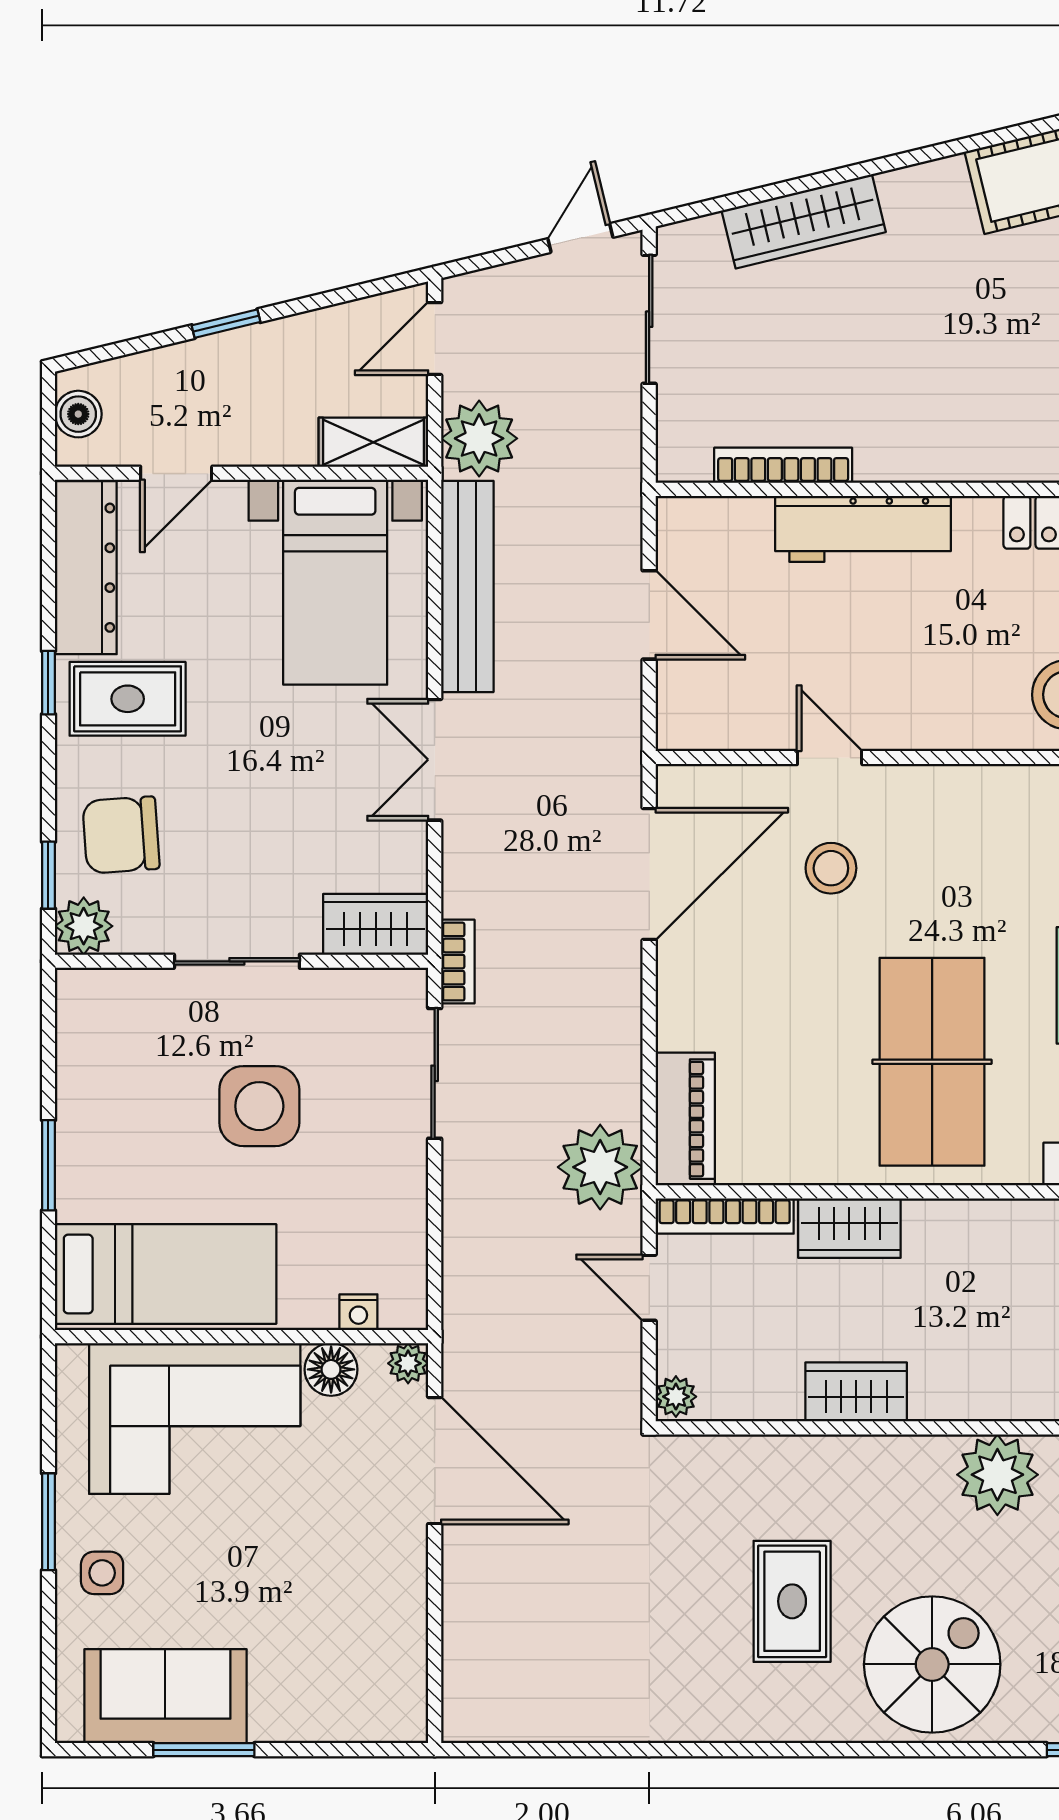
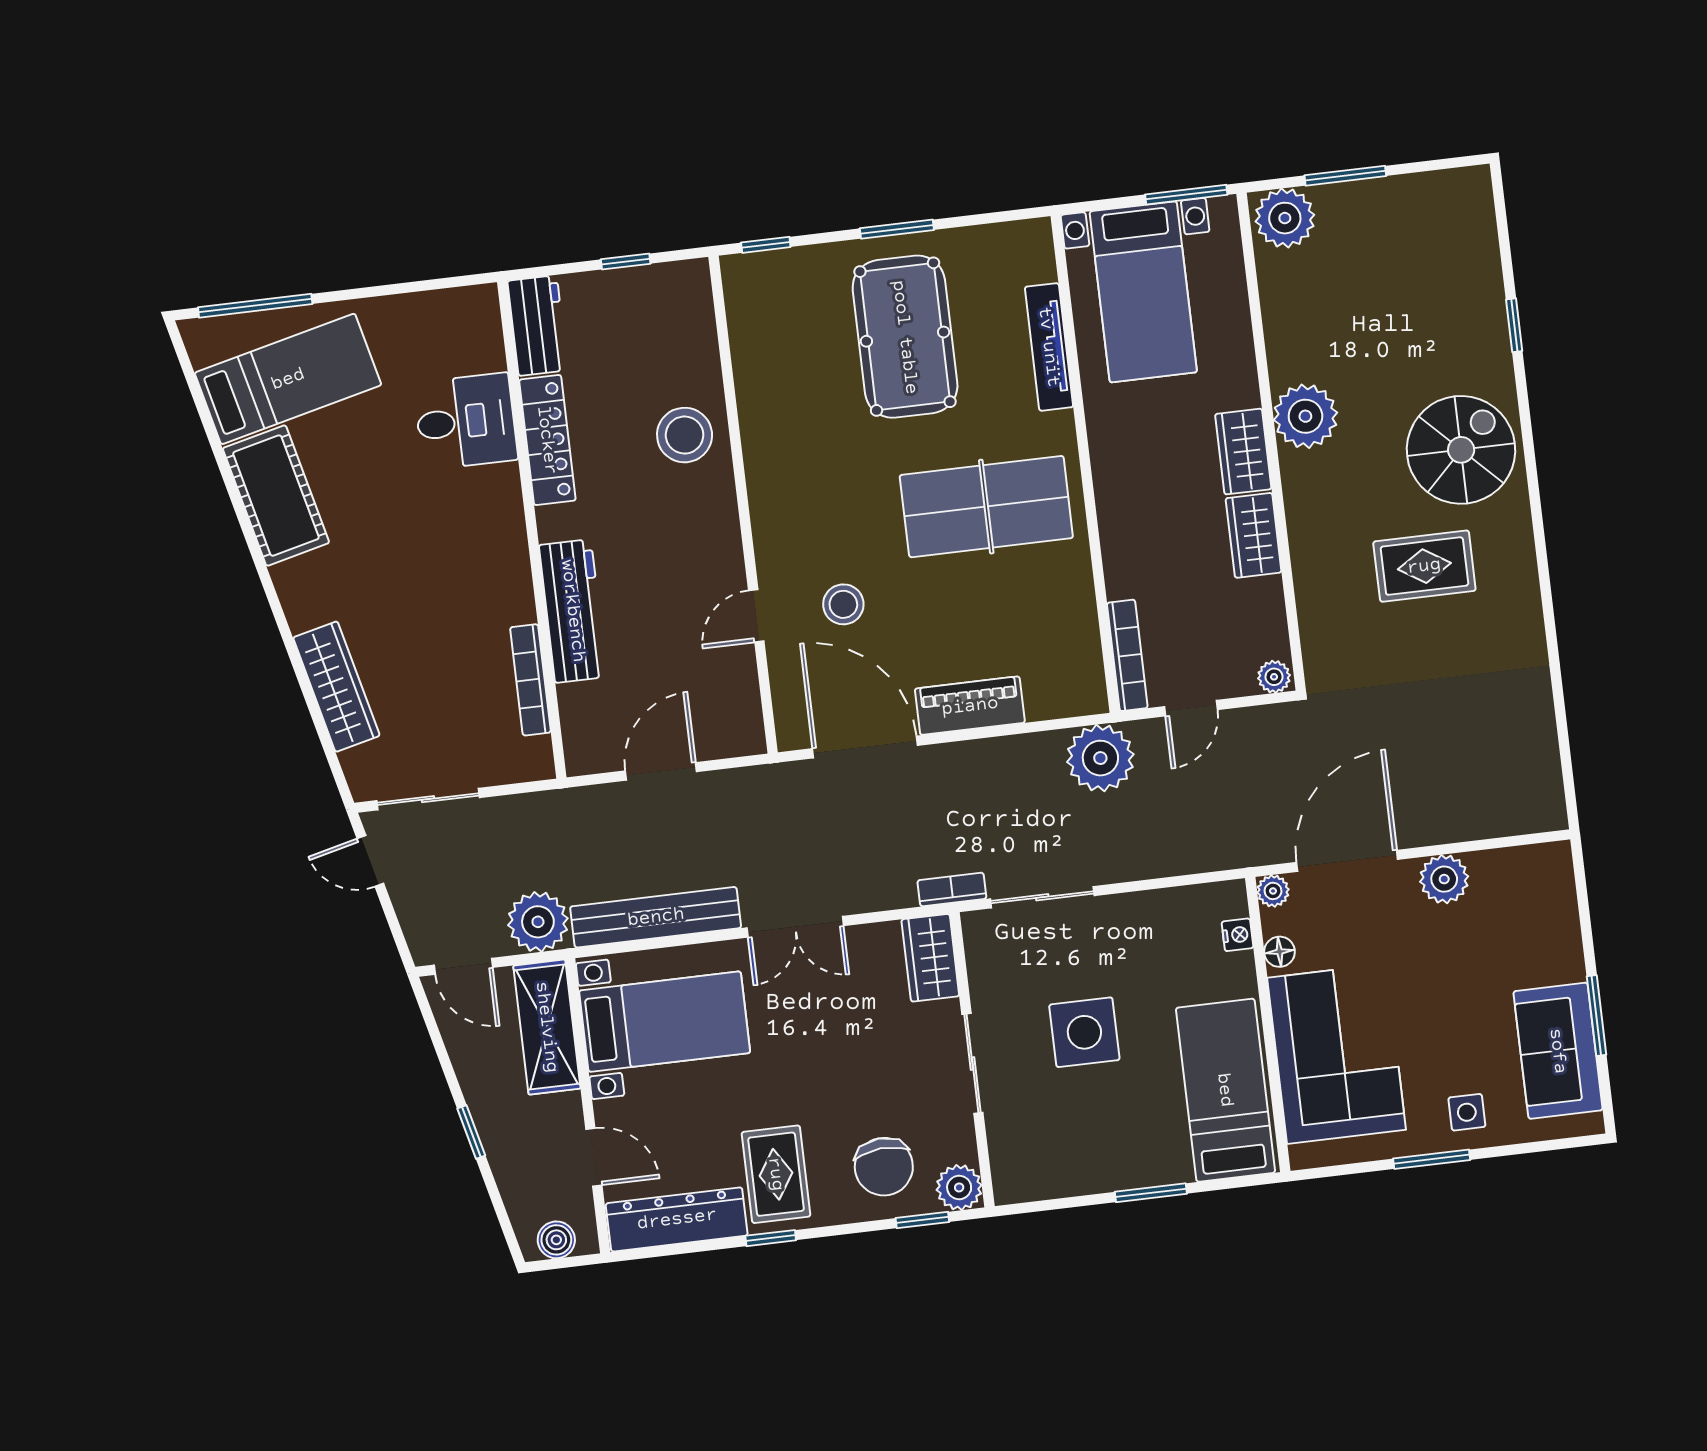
shelving: (373, 442) -> (547, 1027), width x1.50, depth x1.33
piano: (685, 1119) -> (970, 706), moved
wardrobe: (849, 1228) -> (1243, 452), moved, turned 180
floor lamp: (331, 1369) -> (1280, 952), width x0.73, depth x0.73
plant: (397, 1579) -> (1444, 879), added
spiral stairs: (932, 1664) -> (1461, 450), turned 90

